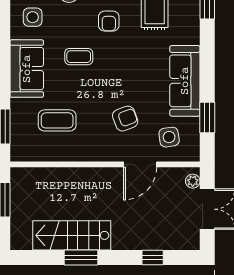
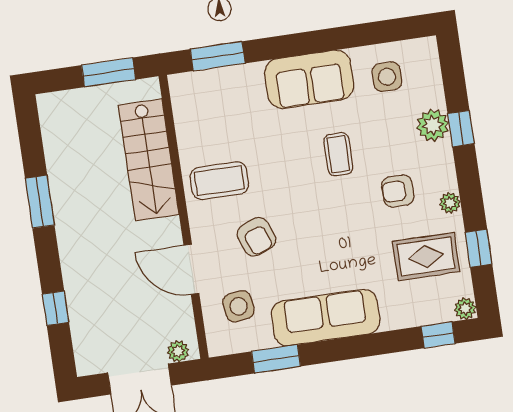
coffee table: (57, 120) -> (219, 181), moved, turned 90
stairs: (72, 235) -> (149, 160), moved, turned 180

